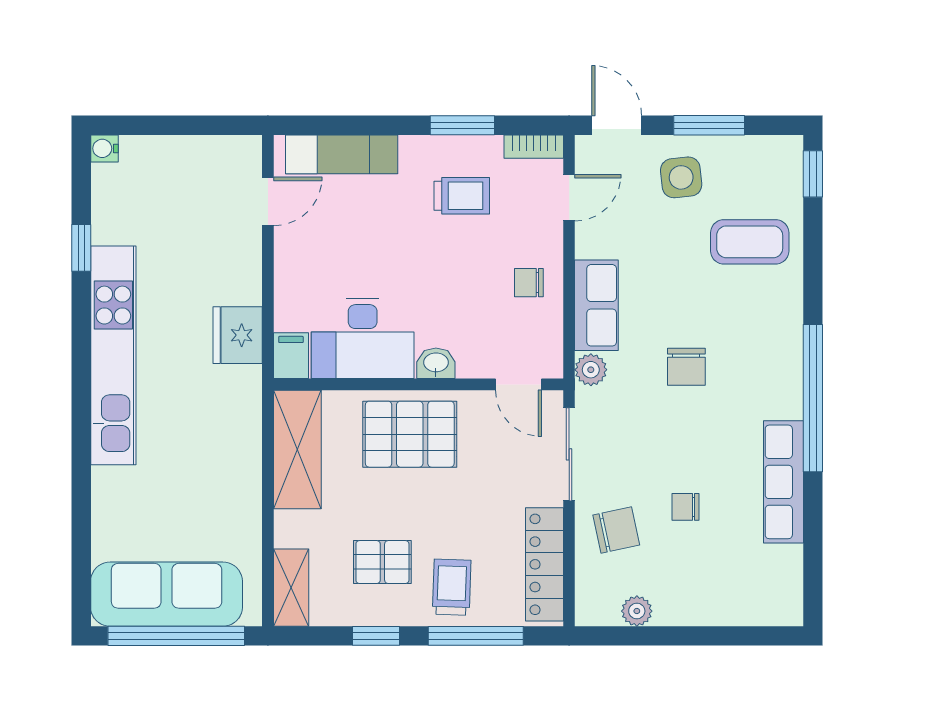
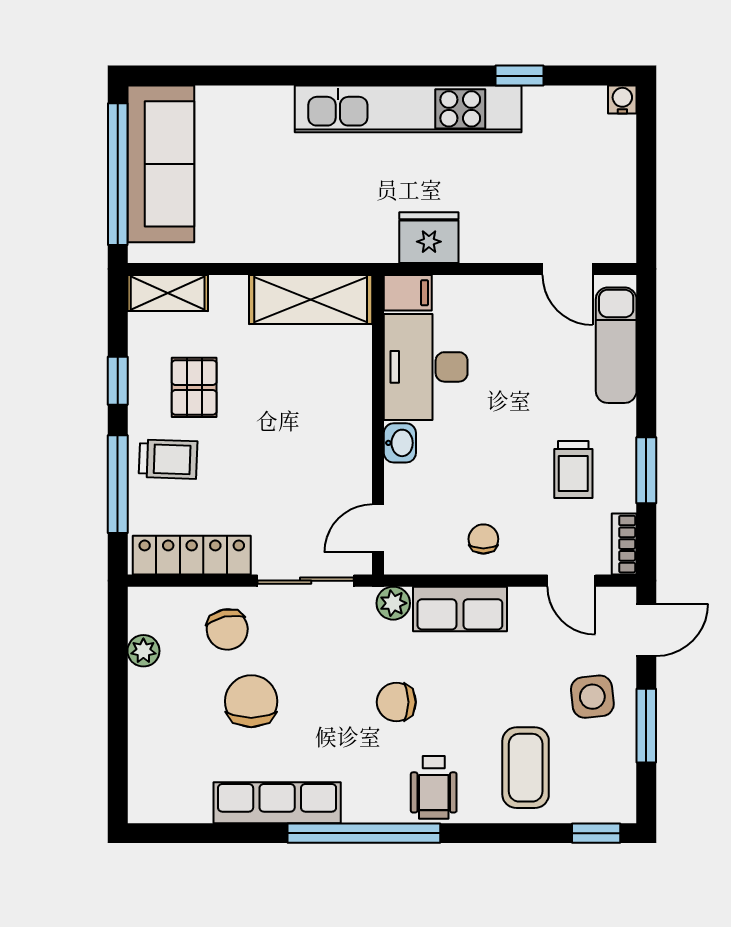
wheelchair: (769, 331) -> (434, 787), added
pallet: (410, 434) -> (327, 416), removed
chair: (685, 507) -> (251, 701), width x1.87, depth x1.87

